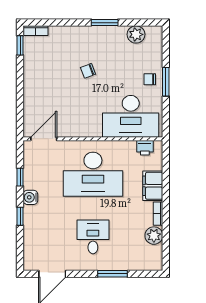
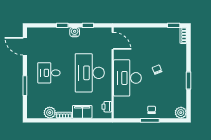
plant: (136, 34) -> (181, 113), moved
desk: (131, 116) -> (127, 78), moved
desk: (93, 237) -> (49, 73), turned 180

